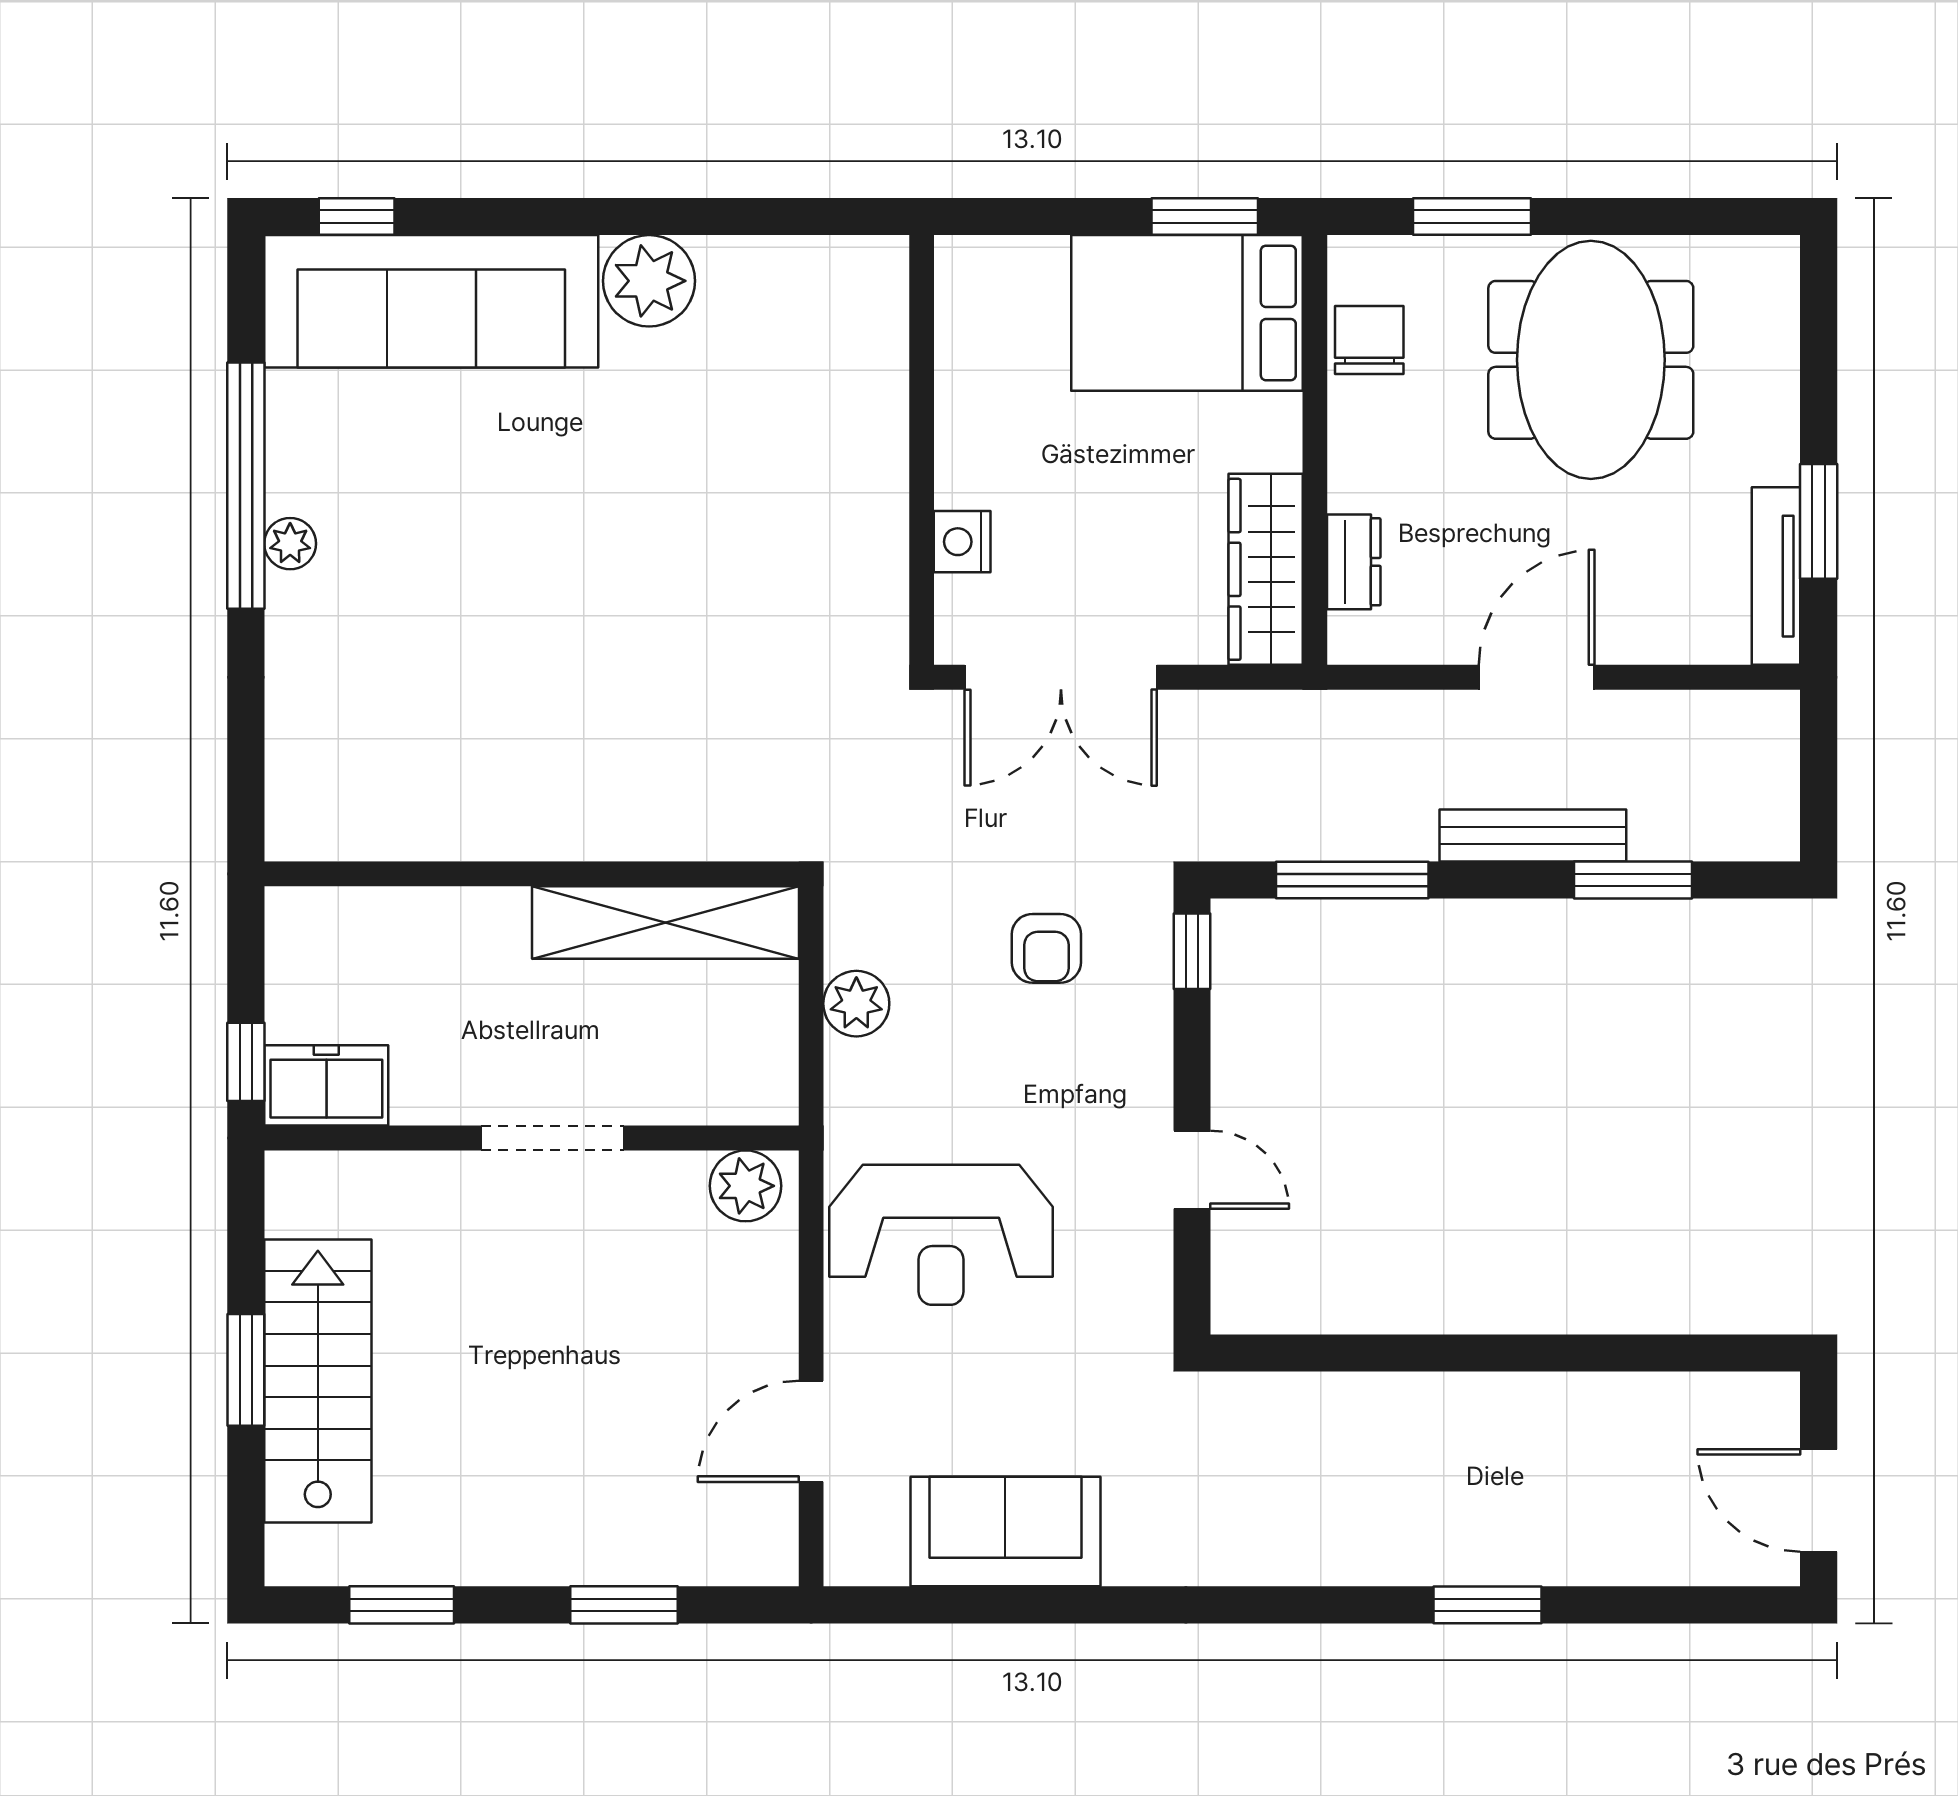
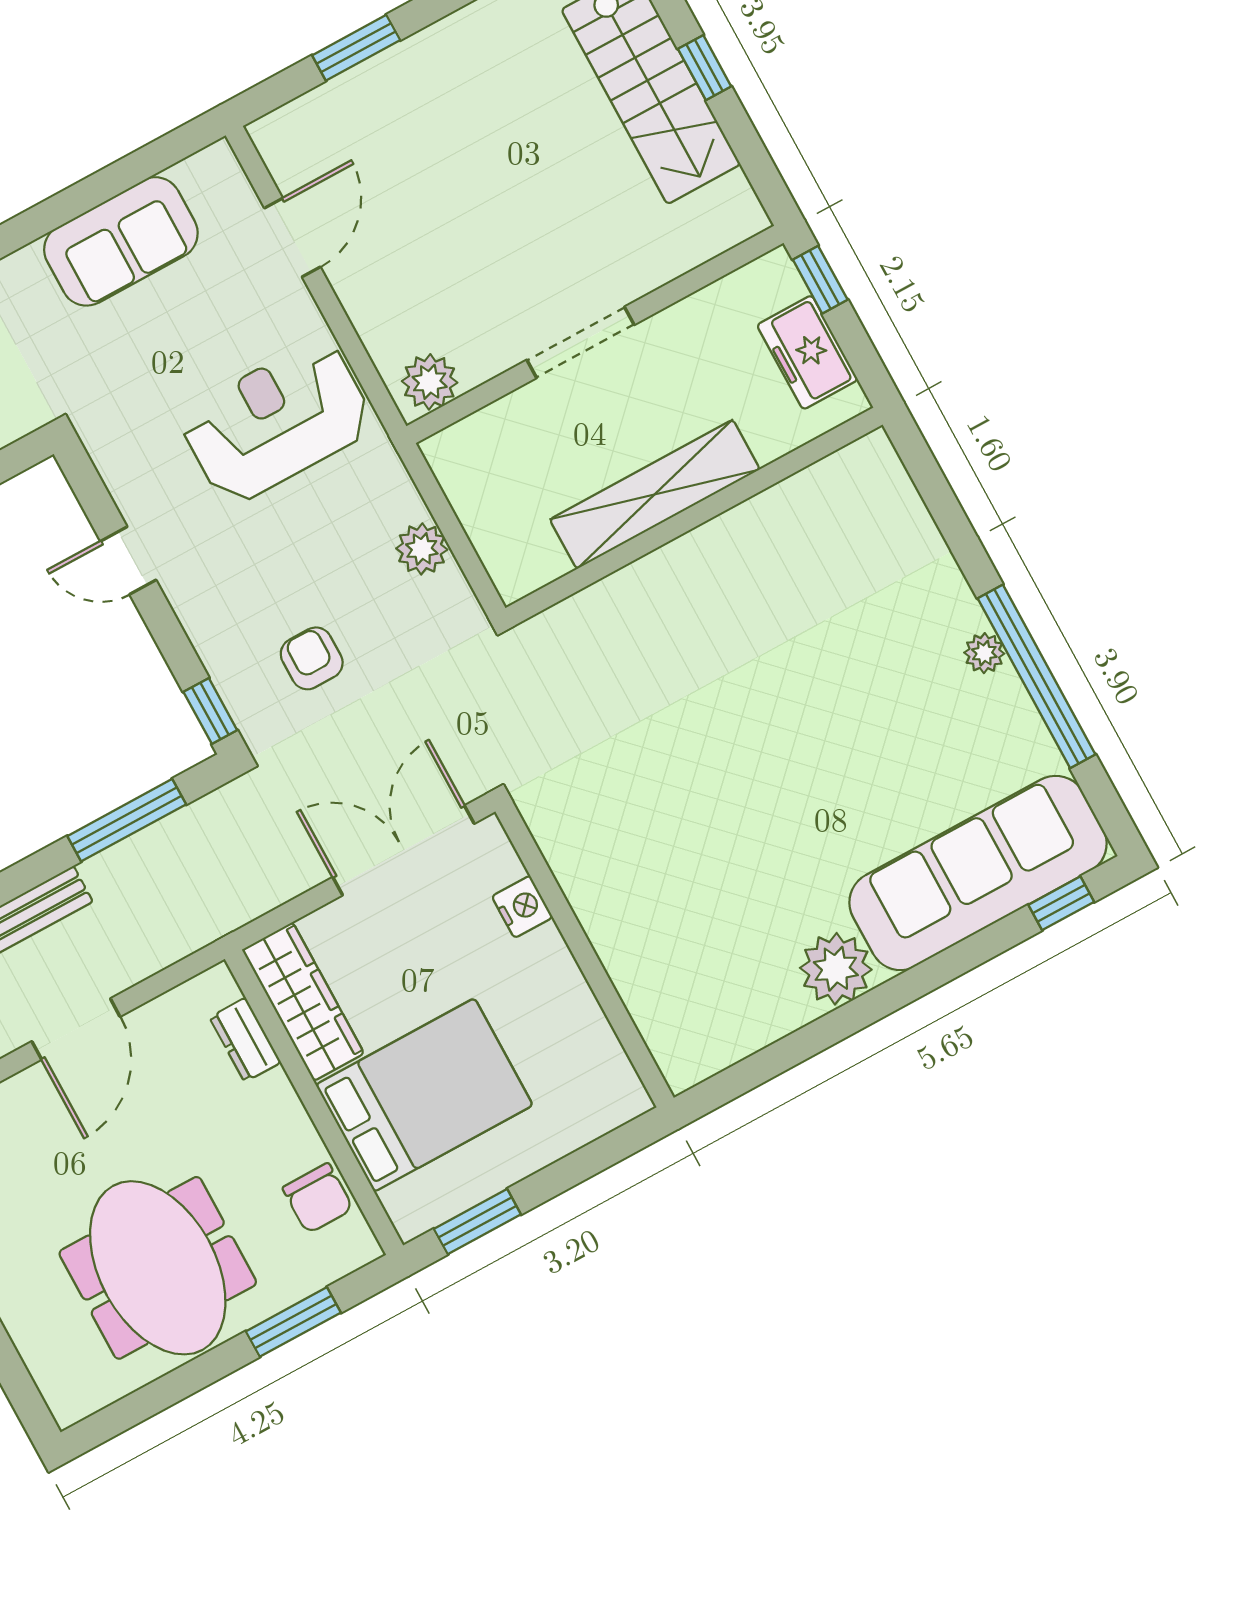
bed: (1187, 313) -> (424, 1095), moved
shelving: (665, 923) -> (655, 494), moved
freezer: (326, 1085) -> (807, 352), moved, turned 90
window: (246, 1370) -> (705, 68), width x0.67

